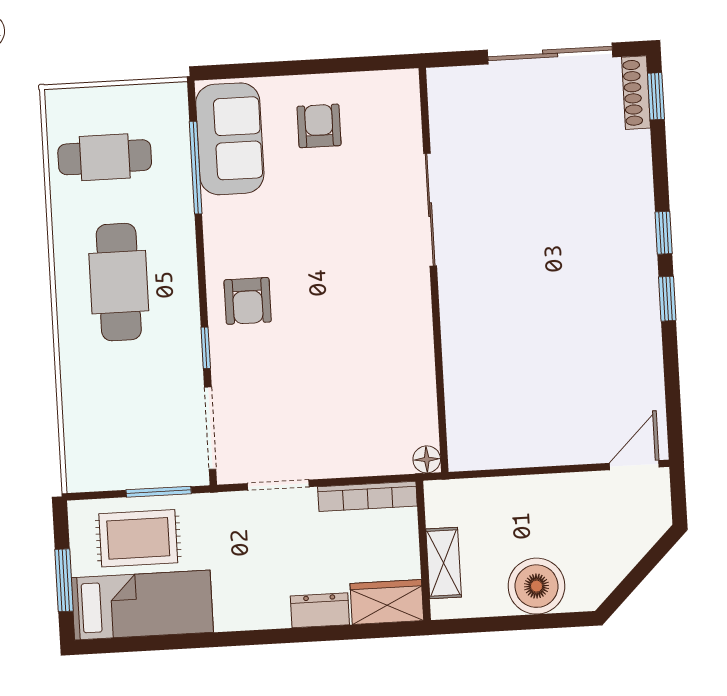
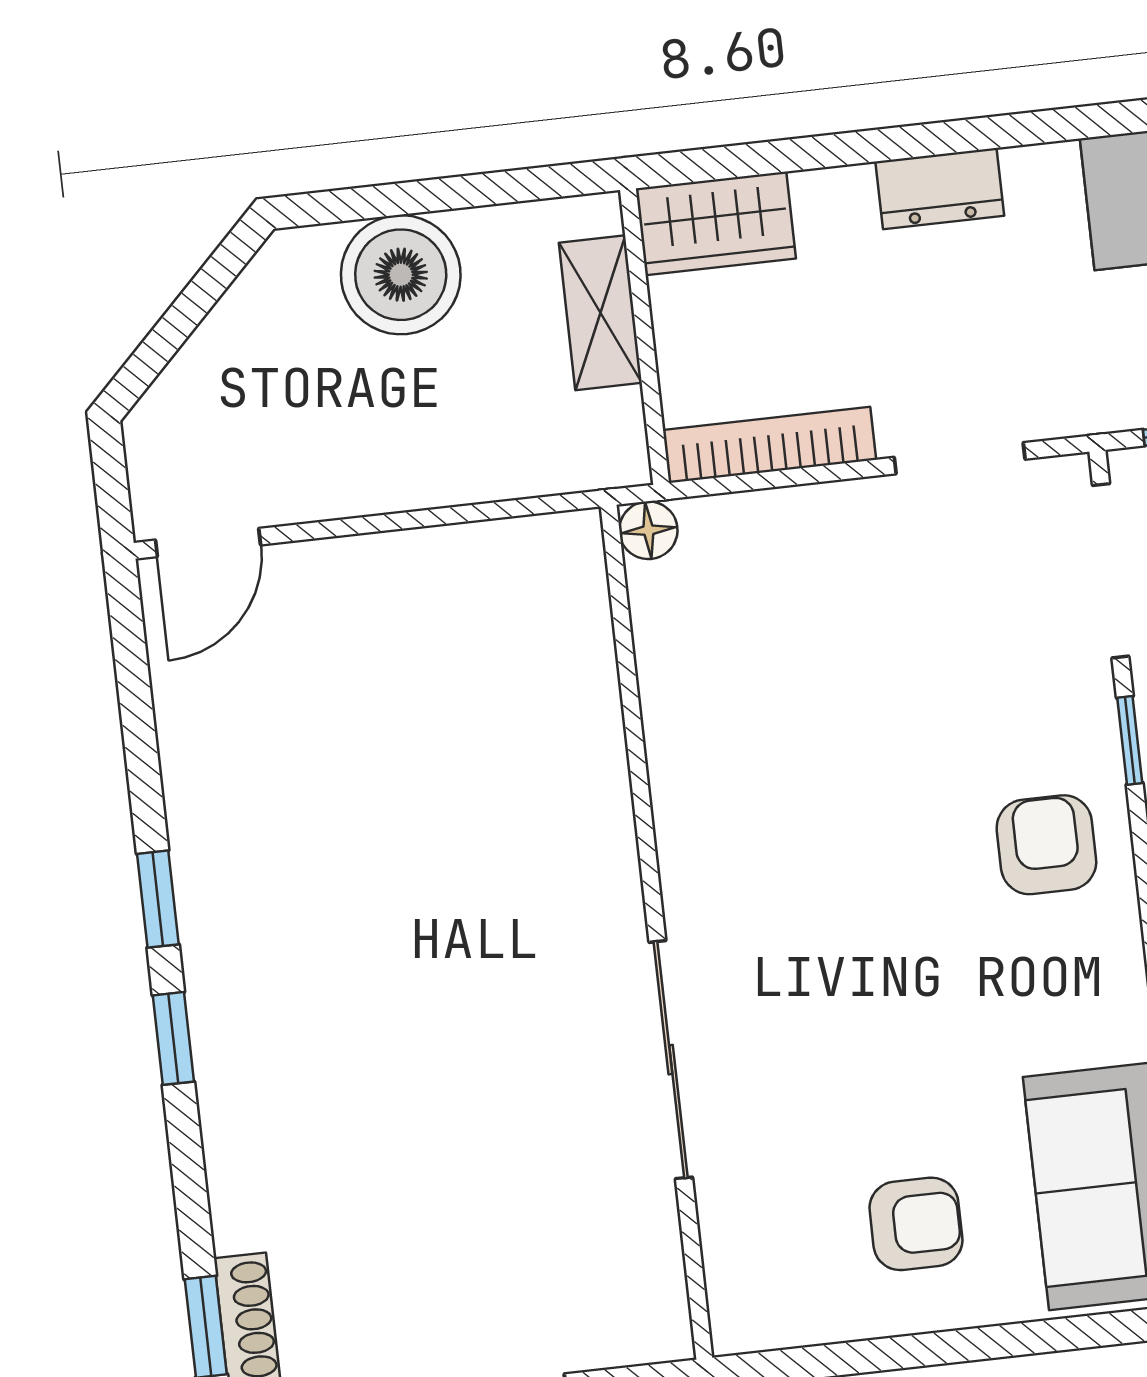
armchair: (319, 126) -> (916, 1224), turned -90
dresser: (320, 610) -> (940, 189), moved

